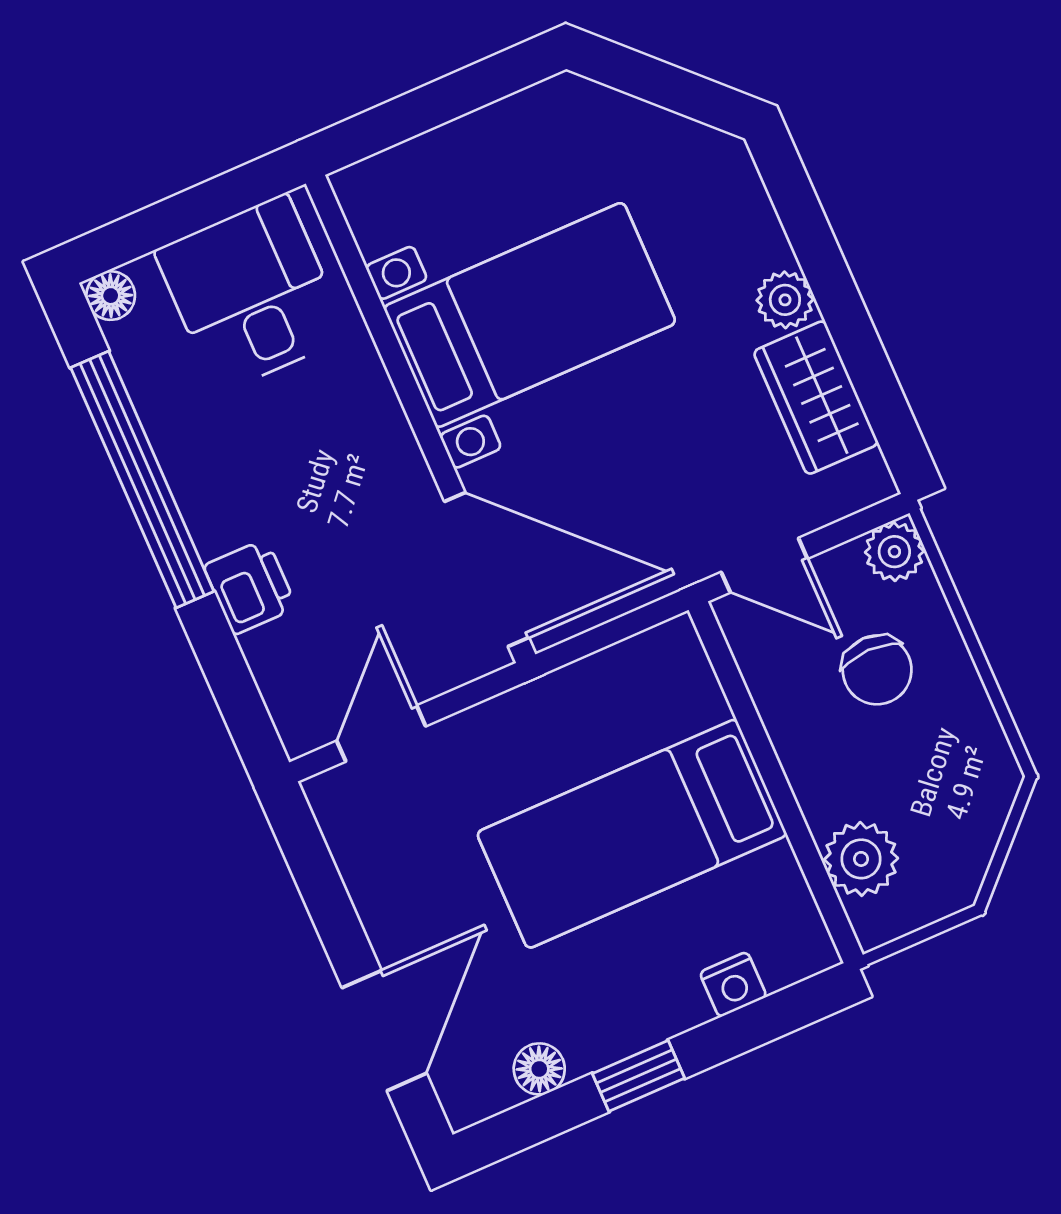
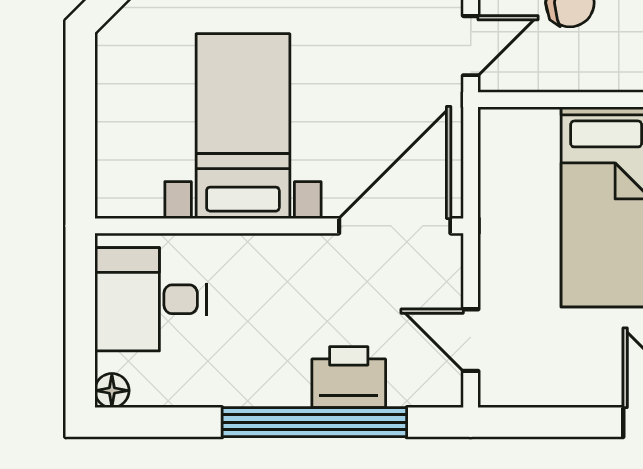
window: (142, 479) -> (314, 422), moved
printer: (250, 587) -> (349, 377), width x1.36, depth x1.24

